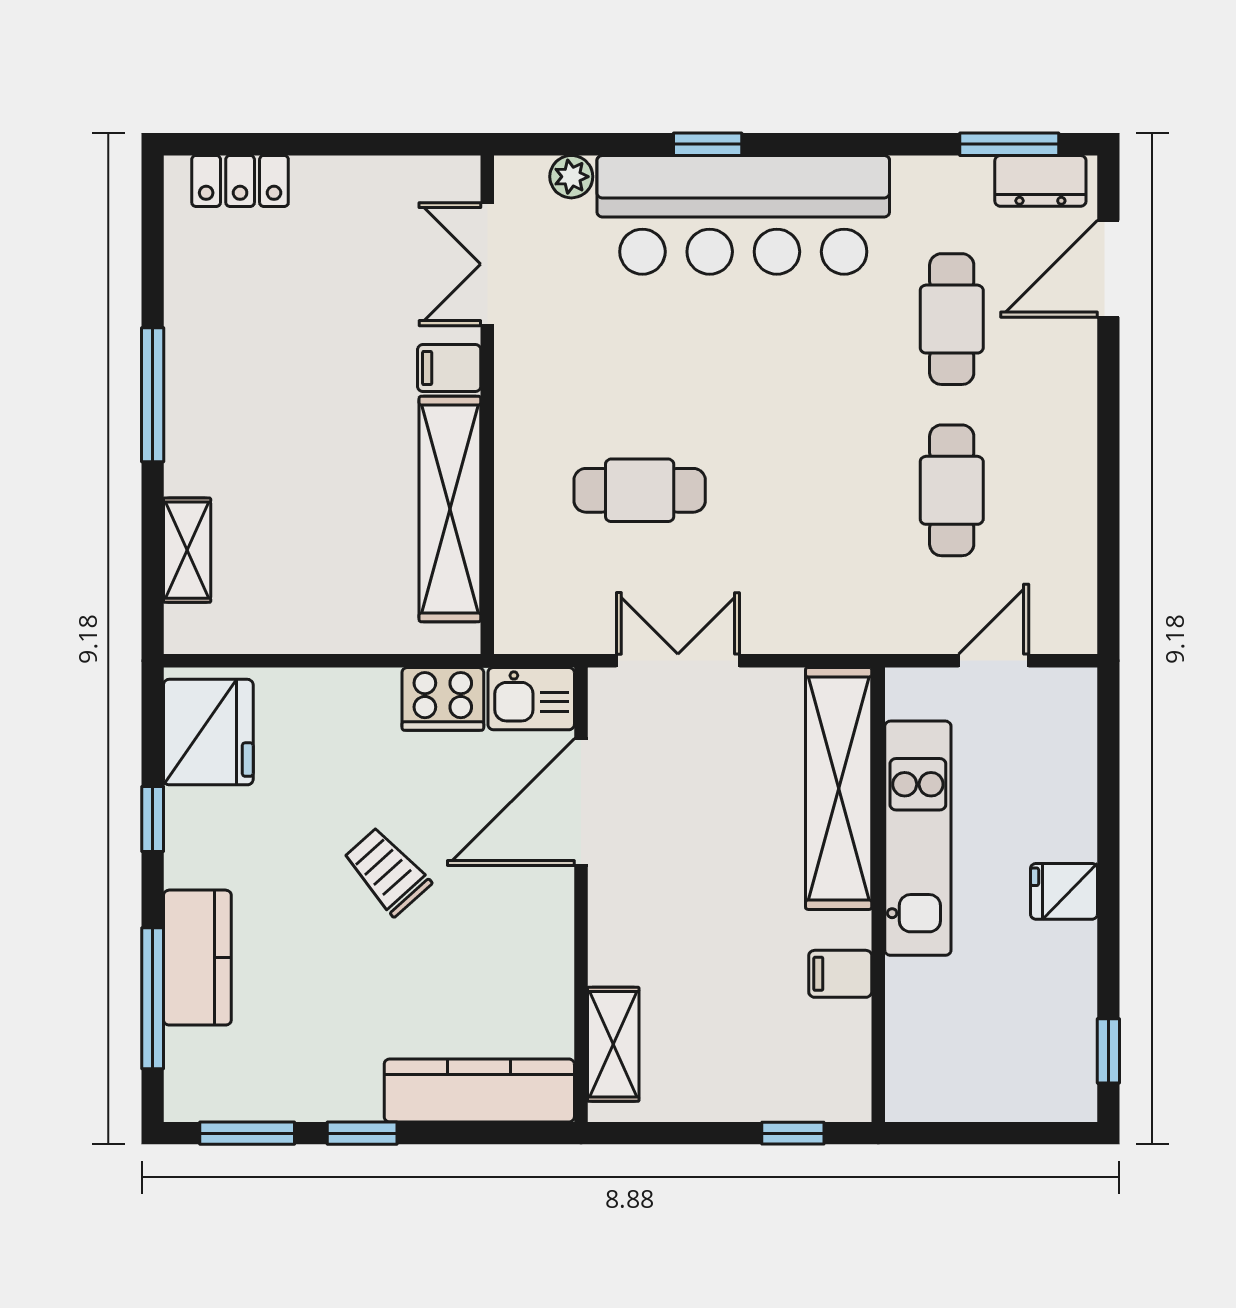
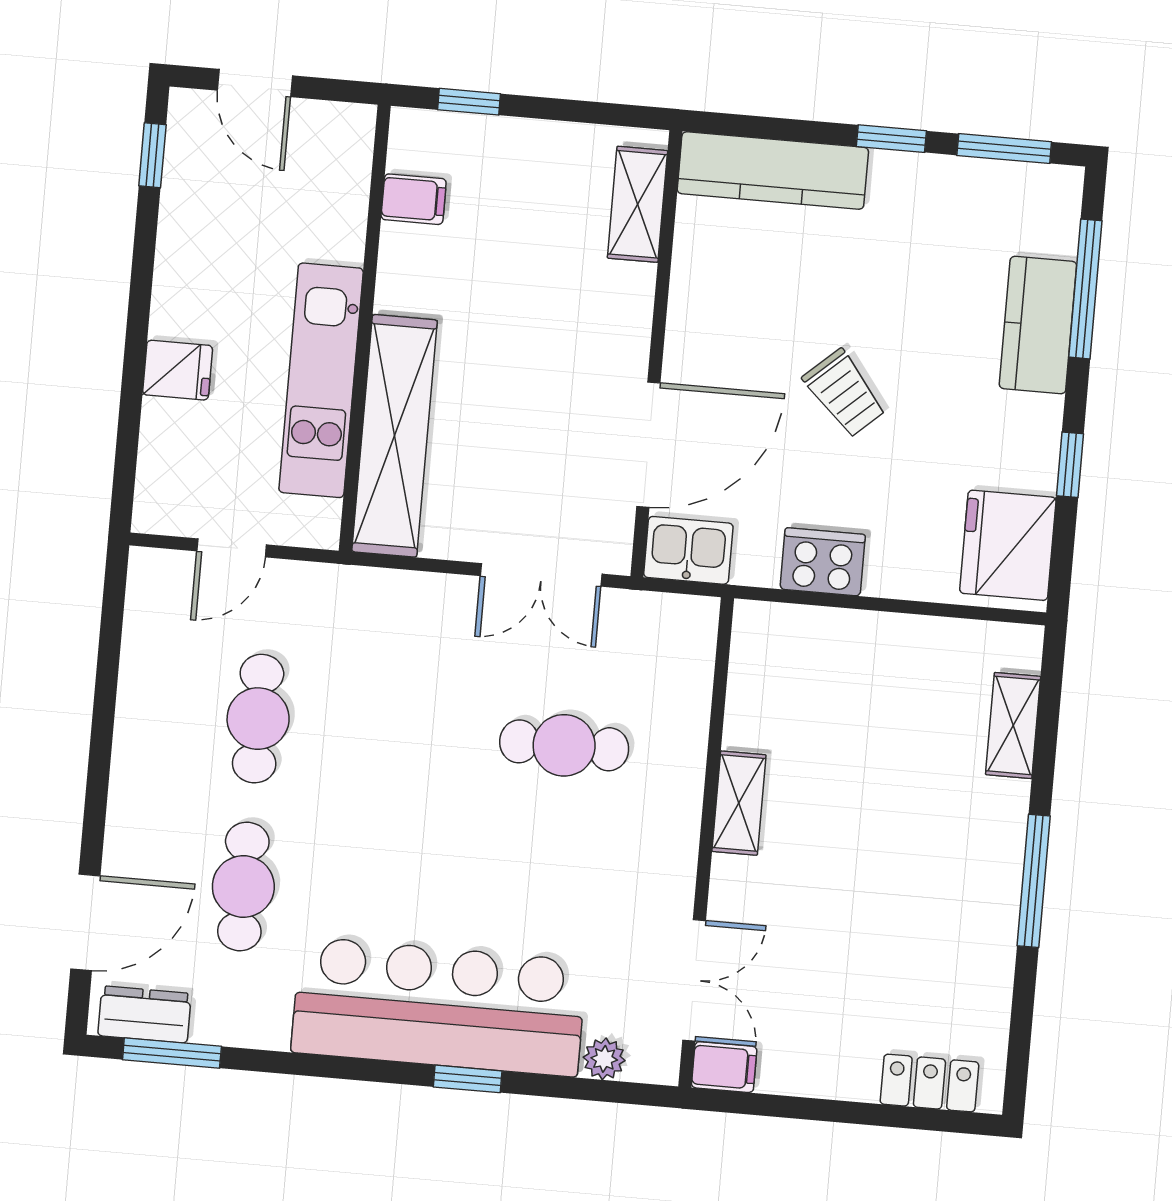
filing cabinet: (449, 368) -> (724, 1067), moved
shelving: (450, 509) -> (739, 803), width x0.45, depth x0.75
cooker: (443, 699) -> (823, 562), moved
fridge: (1064, 891) -> (178, 370), moved
filing cabinet: (840, 974) -> (414, 199), moved
door: (1011, 1133) -> (255, 83), added

